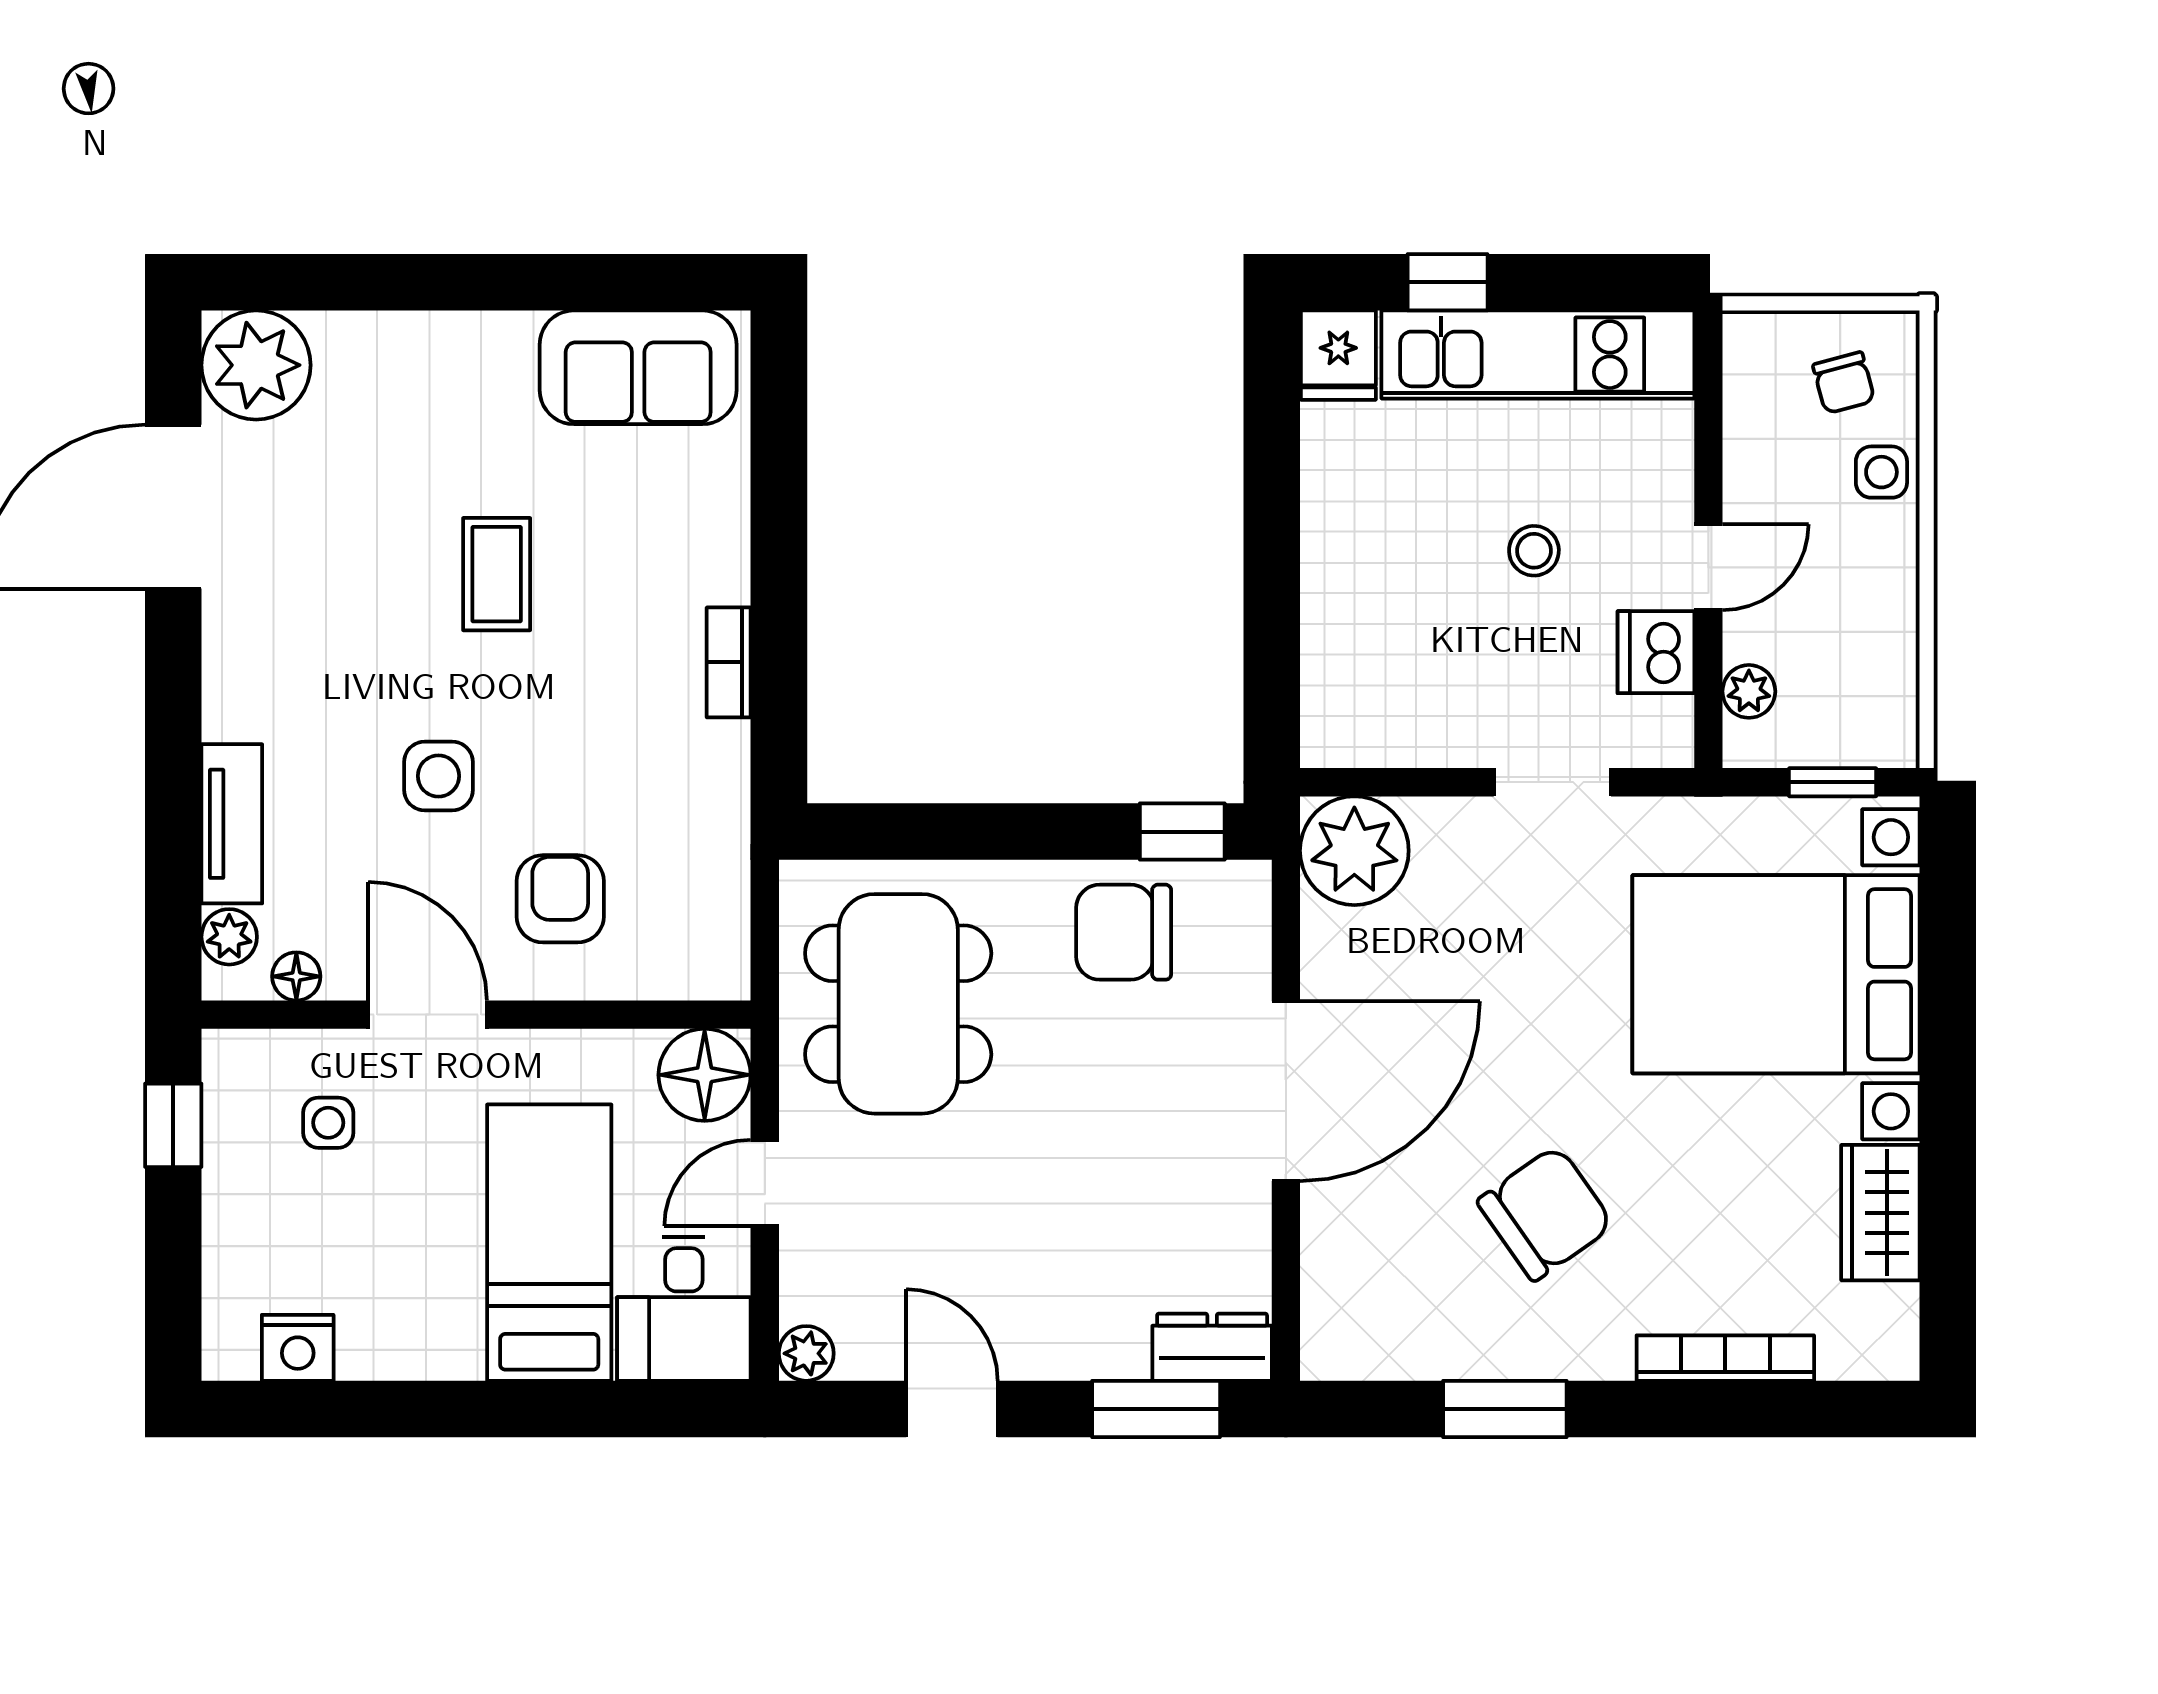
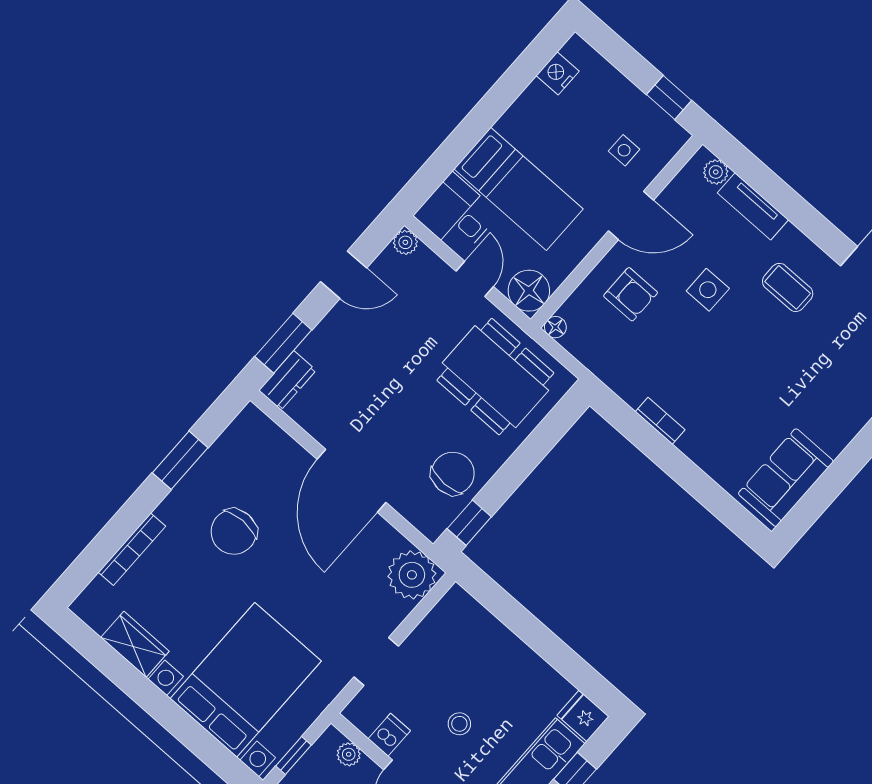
coffee table: (497, 574) -> (788, 287), moved
dishwasher: (1656, 652) -> (389, 735), width x0.73
floor lamp: (296, 976) -> (555, 327), moved
chair: (1546, 1213) -> (234, 532), turned 35

